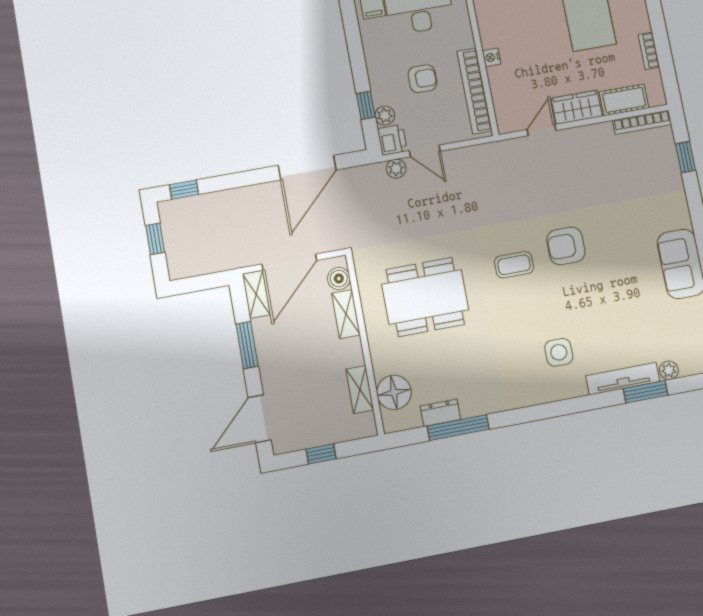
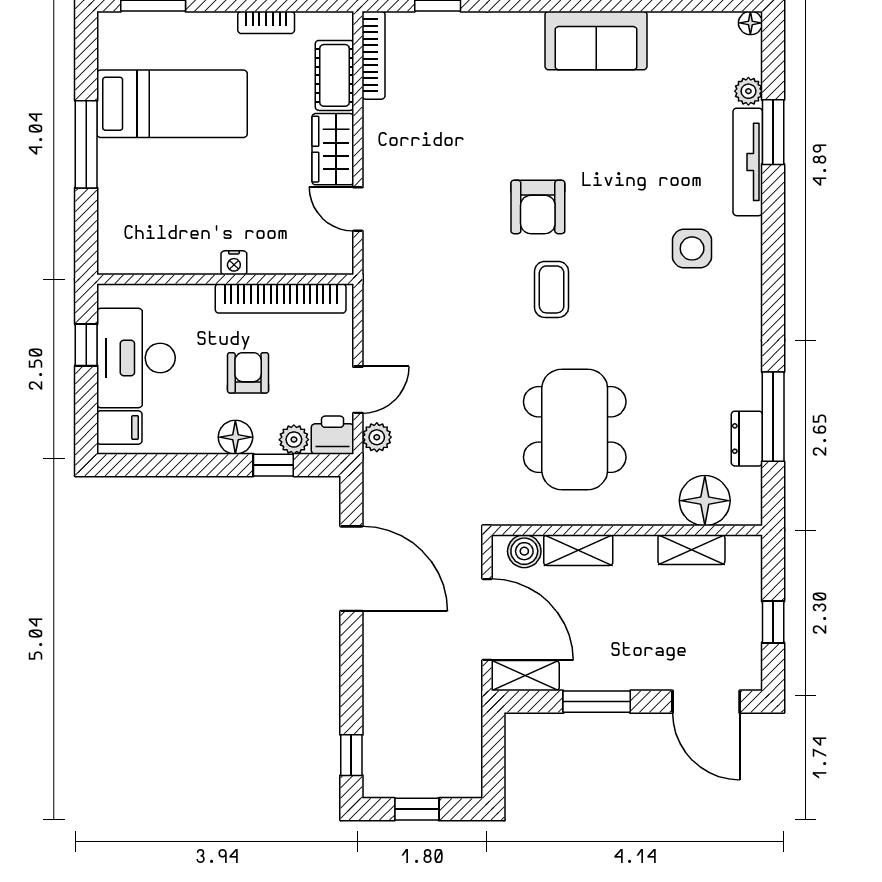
floor lamp: (379, 78) -> (235, 437), added

